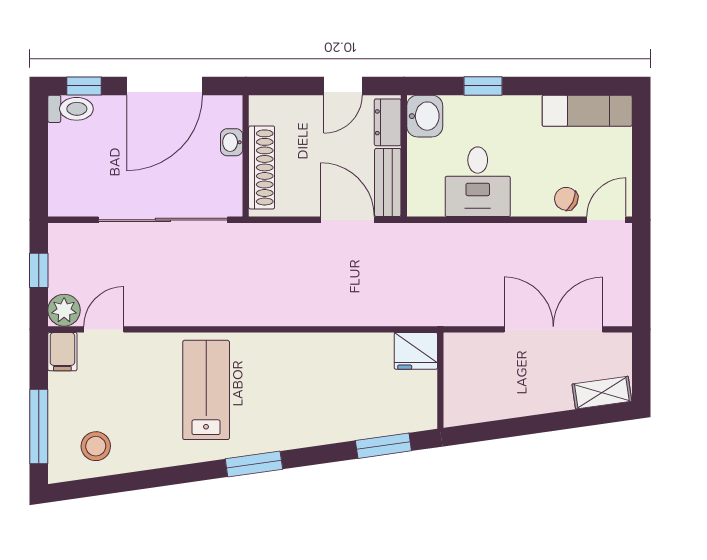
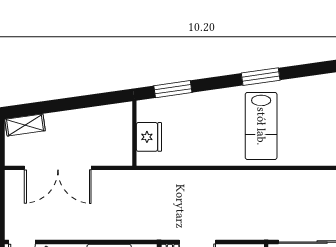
fridge: (416, 351) -> (149, 137), moved, turned 90
lab bench: (206, 390) -> (261, 126), moved

